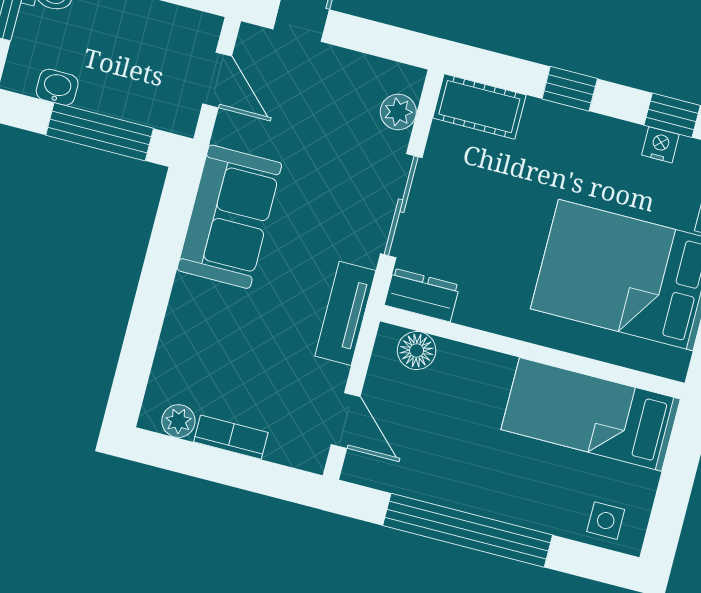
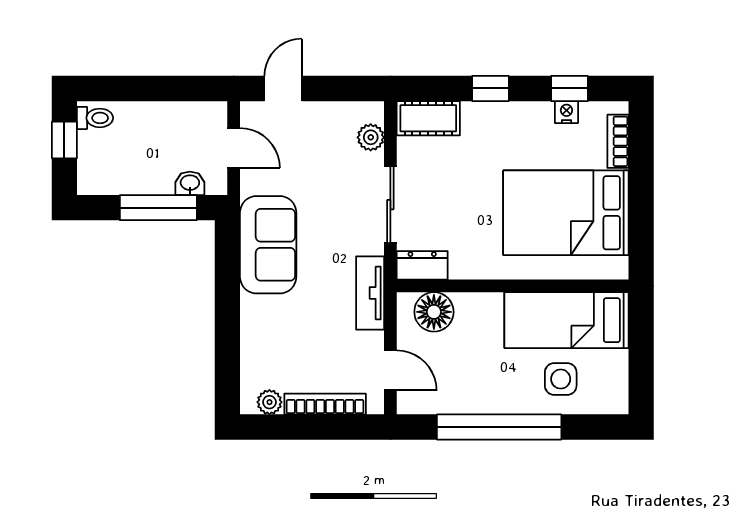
washbasin: (57, 87) -> (190, 183), moved
floor lamp: (417, 351) -> (434, 312), width x1.38, depth x1.38
bookcase: (231, 437) -> (325, 404), width x1.56
side table: (606, 521) -> (561, 379), moved, width x1.37, depth x1.37

